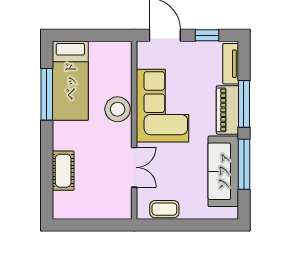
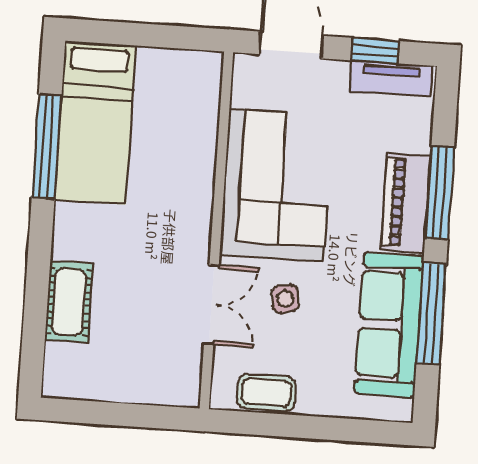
tv unit: (231, 64) -> (391, 79), moved, turned -90
stool: (118, 109) -> (186, 186), removed
side table: (171, 162) -> (285, 299), added

